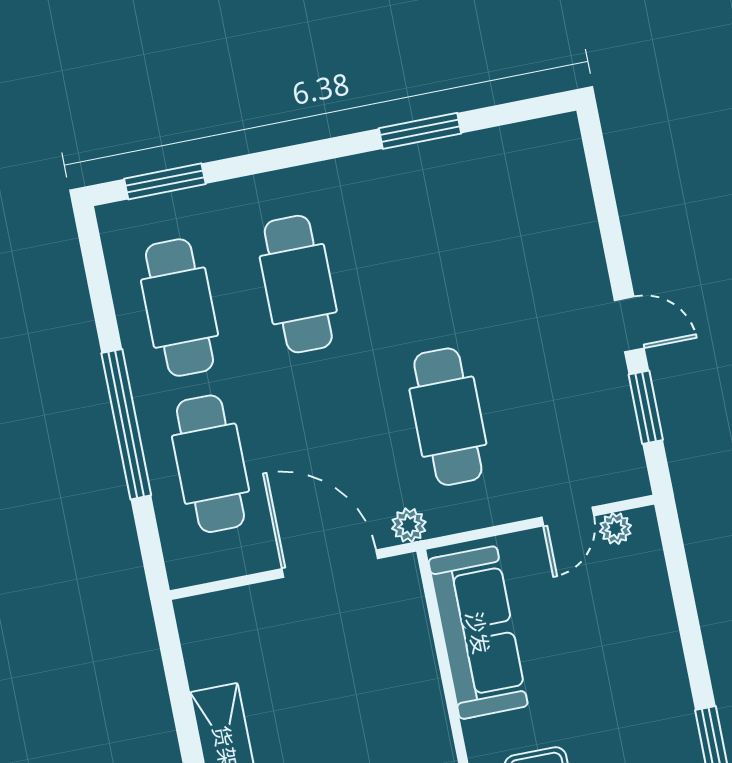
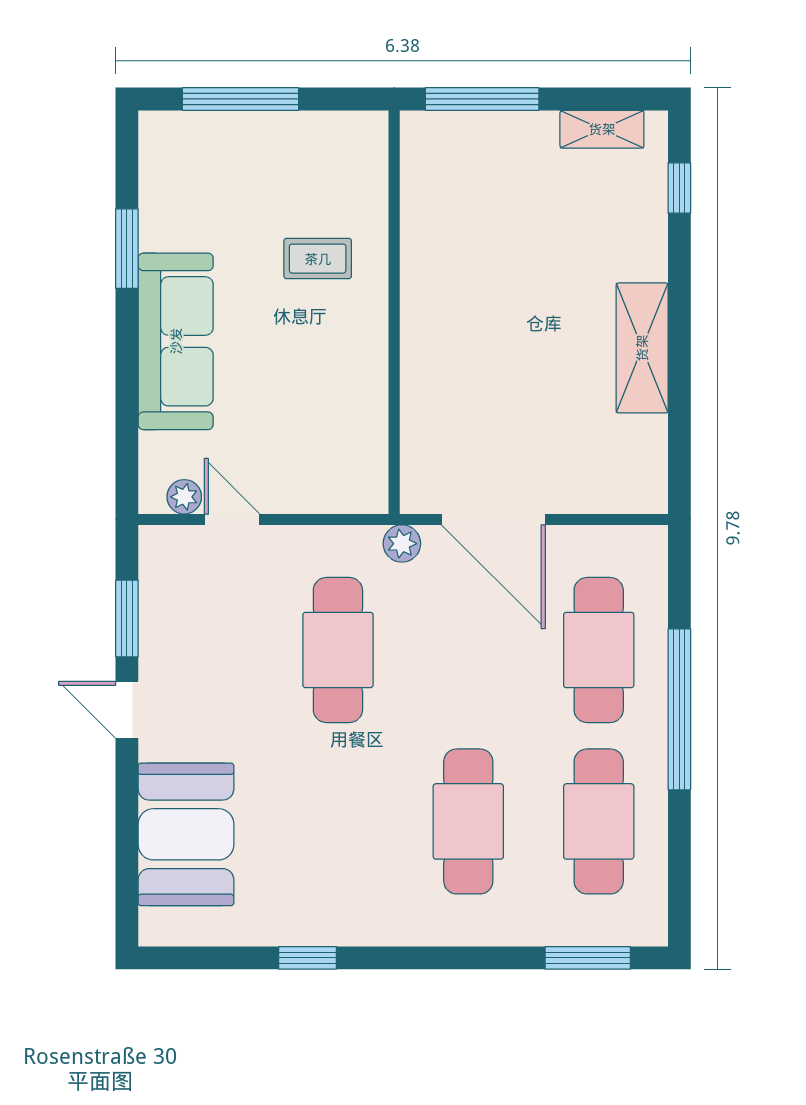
window: (420, 131) -> (308, 958), width x0.67
booth: (553, 221) -> (186, 834), added
door: (568, 517) -> (232, 519), hinge flipped
sofa: (478, 633) -> (176, 341), moved, turned 180

